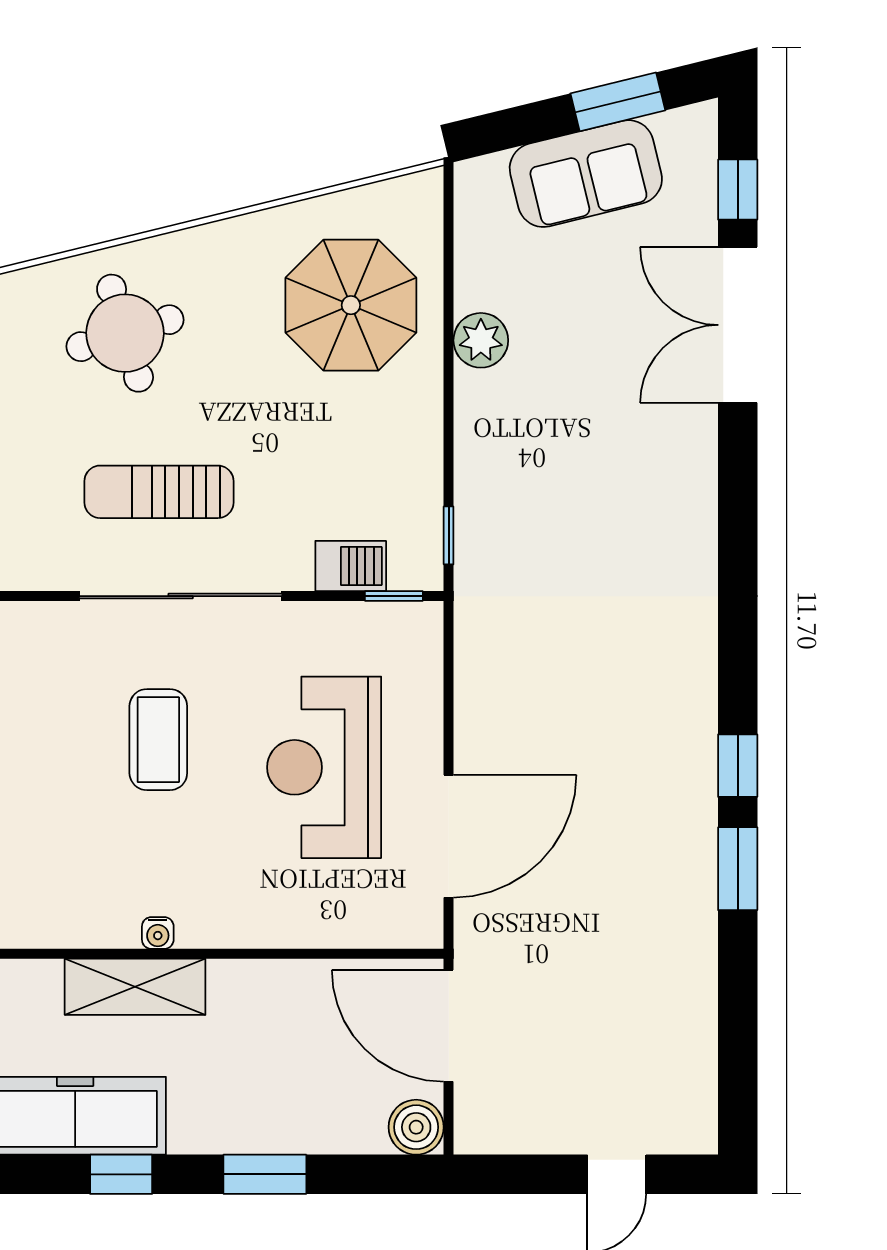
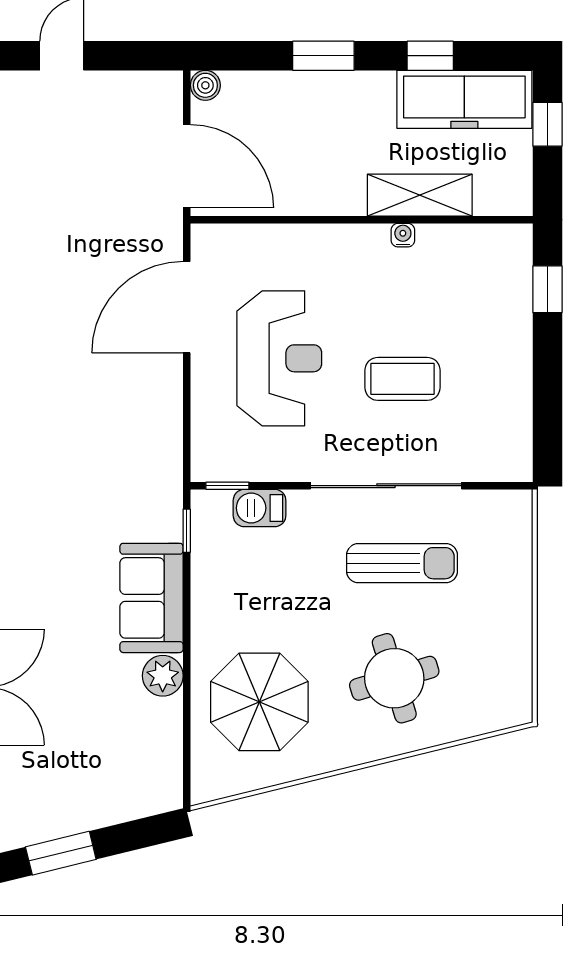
sofa: (586, 174) -> (151, 598), moved, turned -76
round table: (125, 333) -> (394, 678), moved
coffee table: (158, 740) -> (403, 379), turned 90
boiler: (416, 1127) -> (205, 85), width x0.73, depth x0.73

